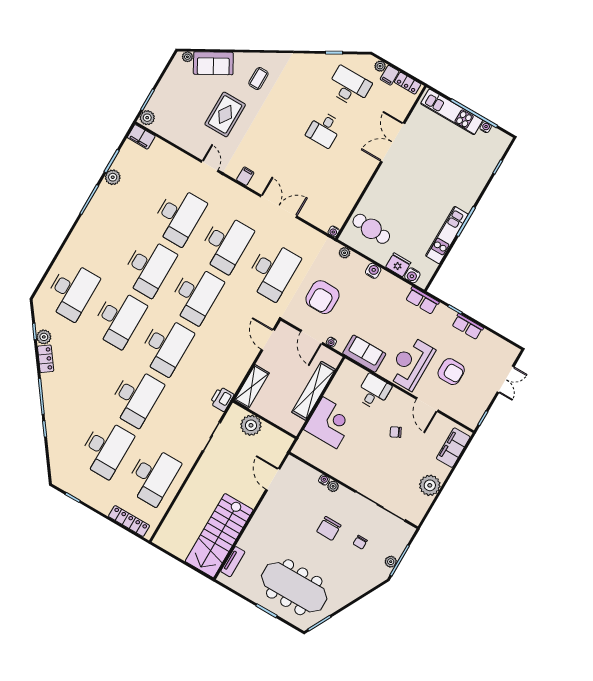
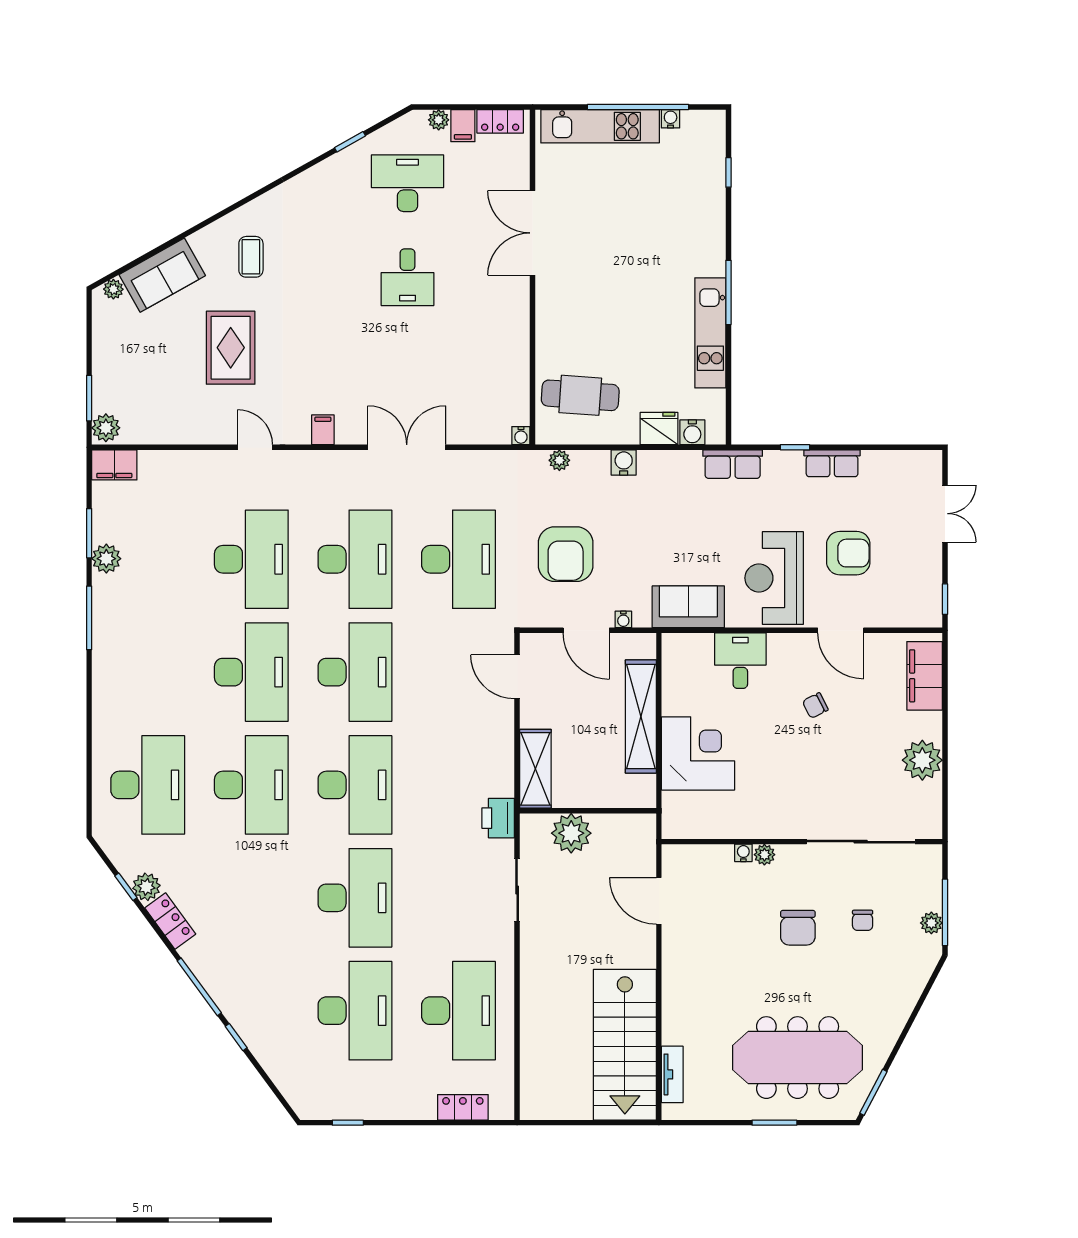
locker: (129, 521) -> (463, 1107), width x0.66

